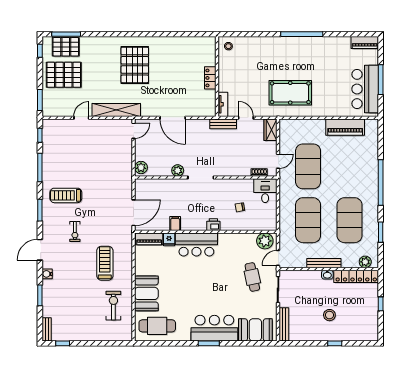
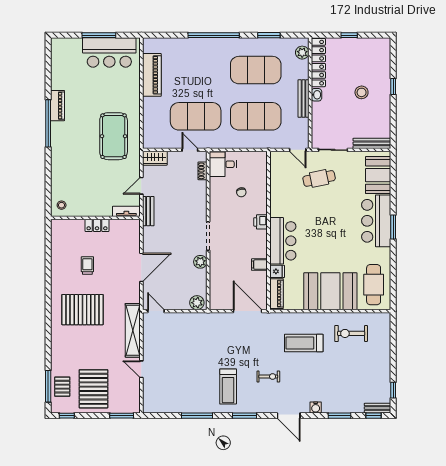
piano: (365, 43) -> (57, 106), moved
pallet: (66, 47) -> (62, 387), width x0.67, depth x0.71
trolley: (174, 69) -> (87, 265), added
window: (40, 135) -> (374, 416), moved
plant: (265, 241) -> (279, 165), removed
booth: (146, 293) -> (330, 291), width x1.36, depth x1.42

